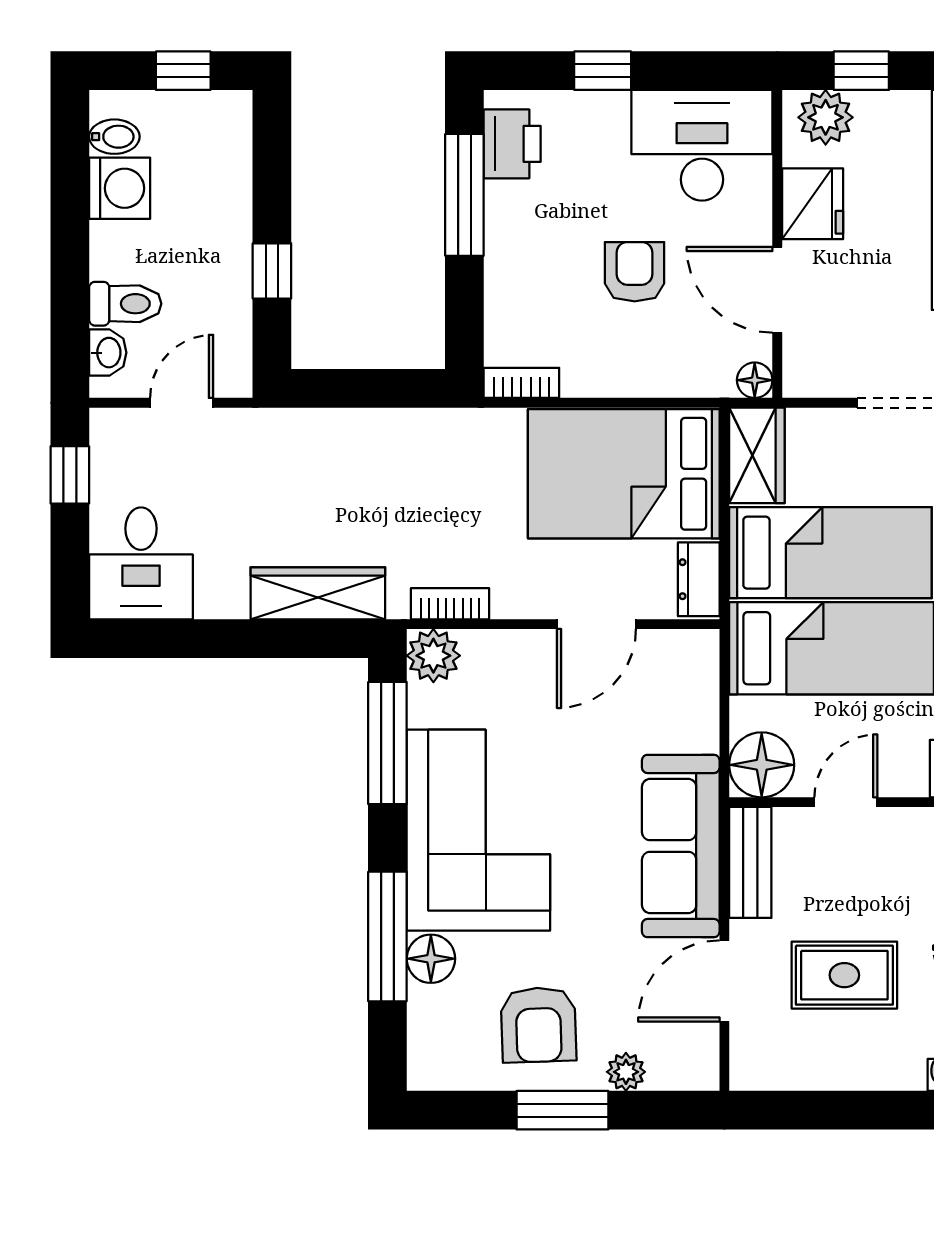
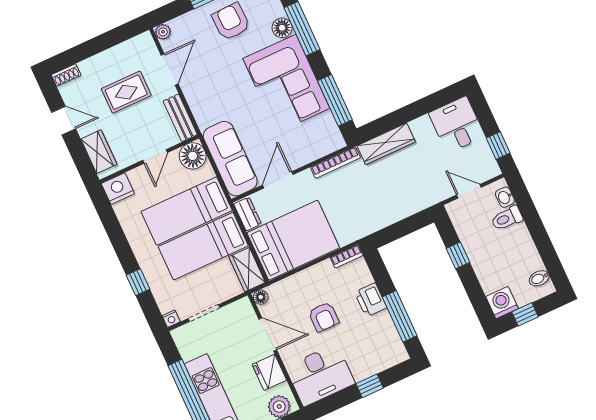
printer: (512, 144) -> (371, 300), moved
washing machine: (120, 188) -> (502, 303), moved, turned 90
door: (182, 403) -> (469, 191), swing flipped
bookcase: (450, 604) -> (335, 162), width x1.56
plant: (433, 656) -> (333, 140), removed
sofa: (681, 846) -> (230, 159), moved
plant: (626, 1072) -> (163, 32), moved

